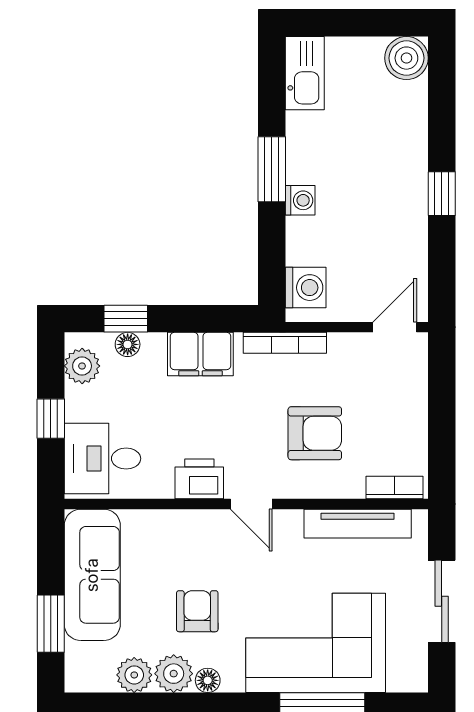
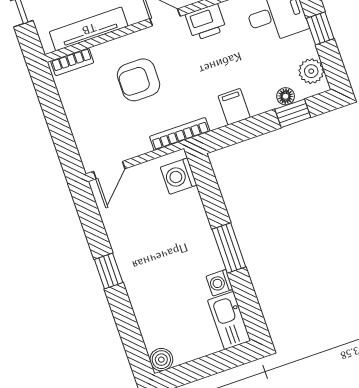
boiler: (406, 58) -> (161, 360), width x0.73, depth x0.73
washing machine: (300, 200) -> (219, 283), moved
filing cabinet: (200, 354) -> (234, 107), width x0.50

